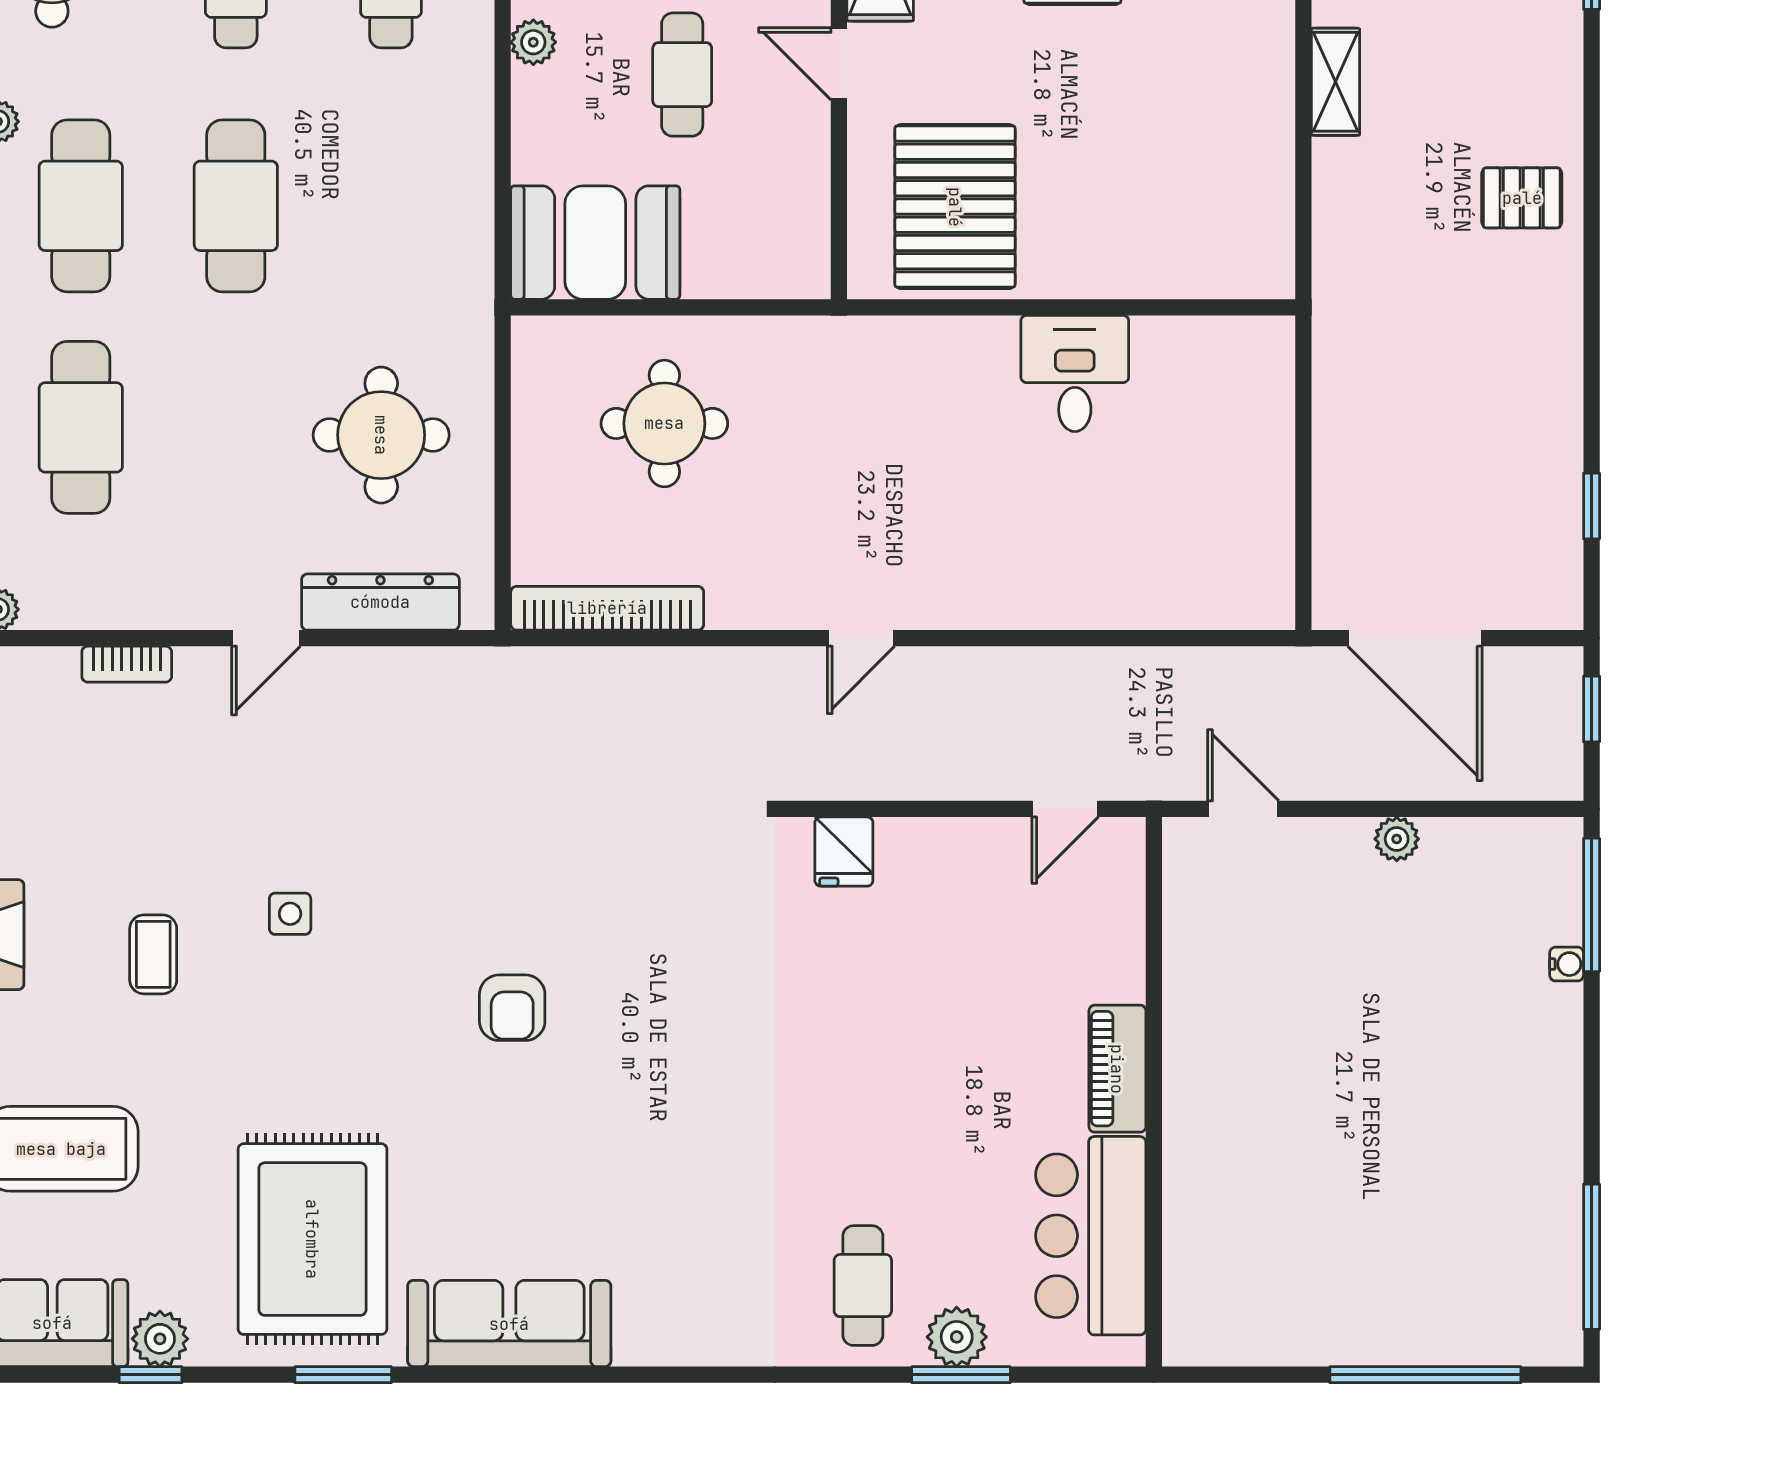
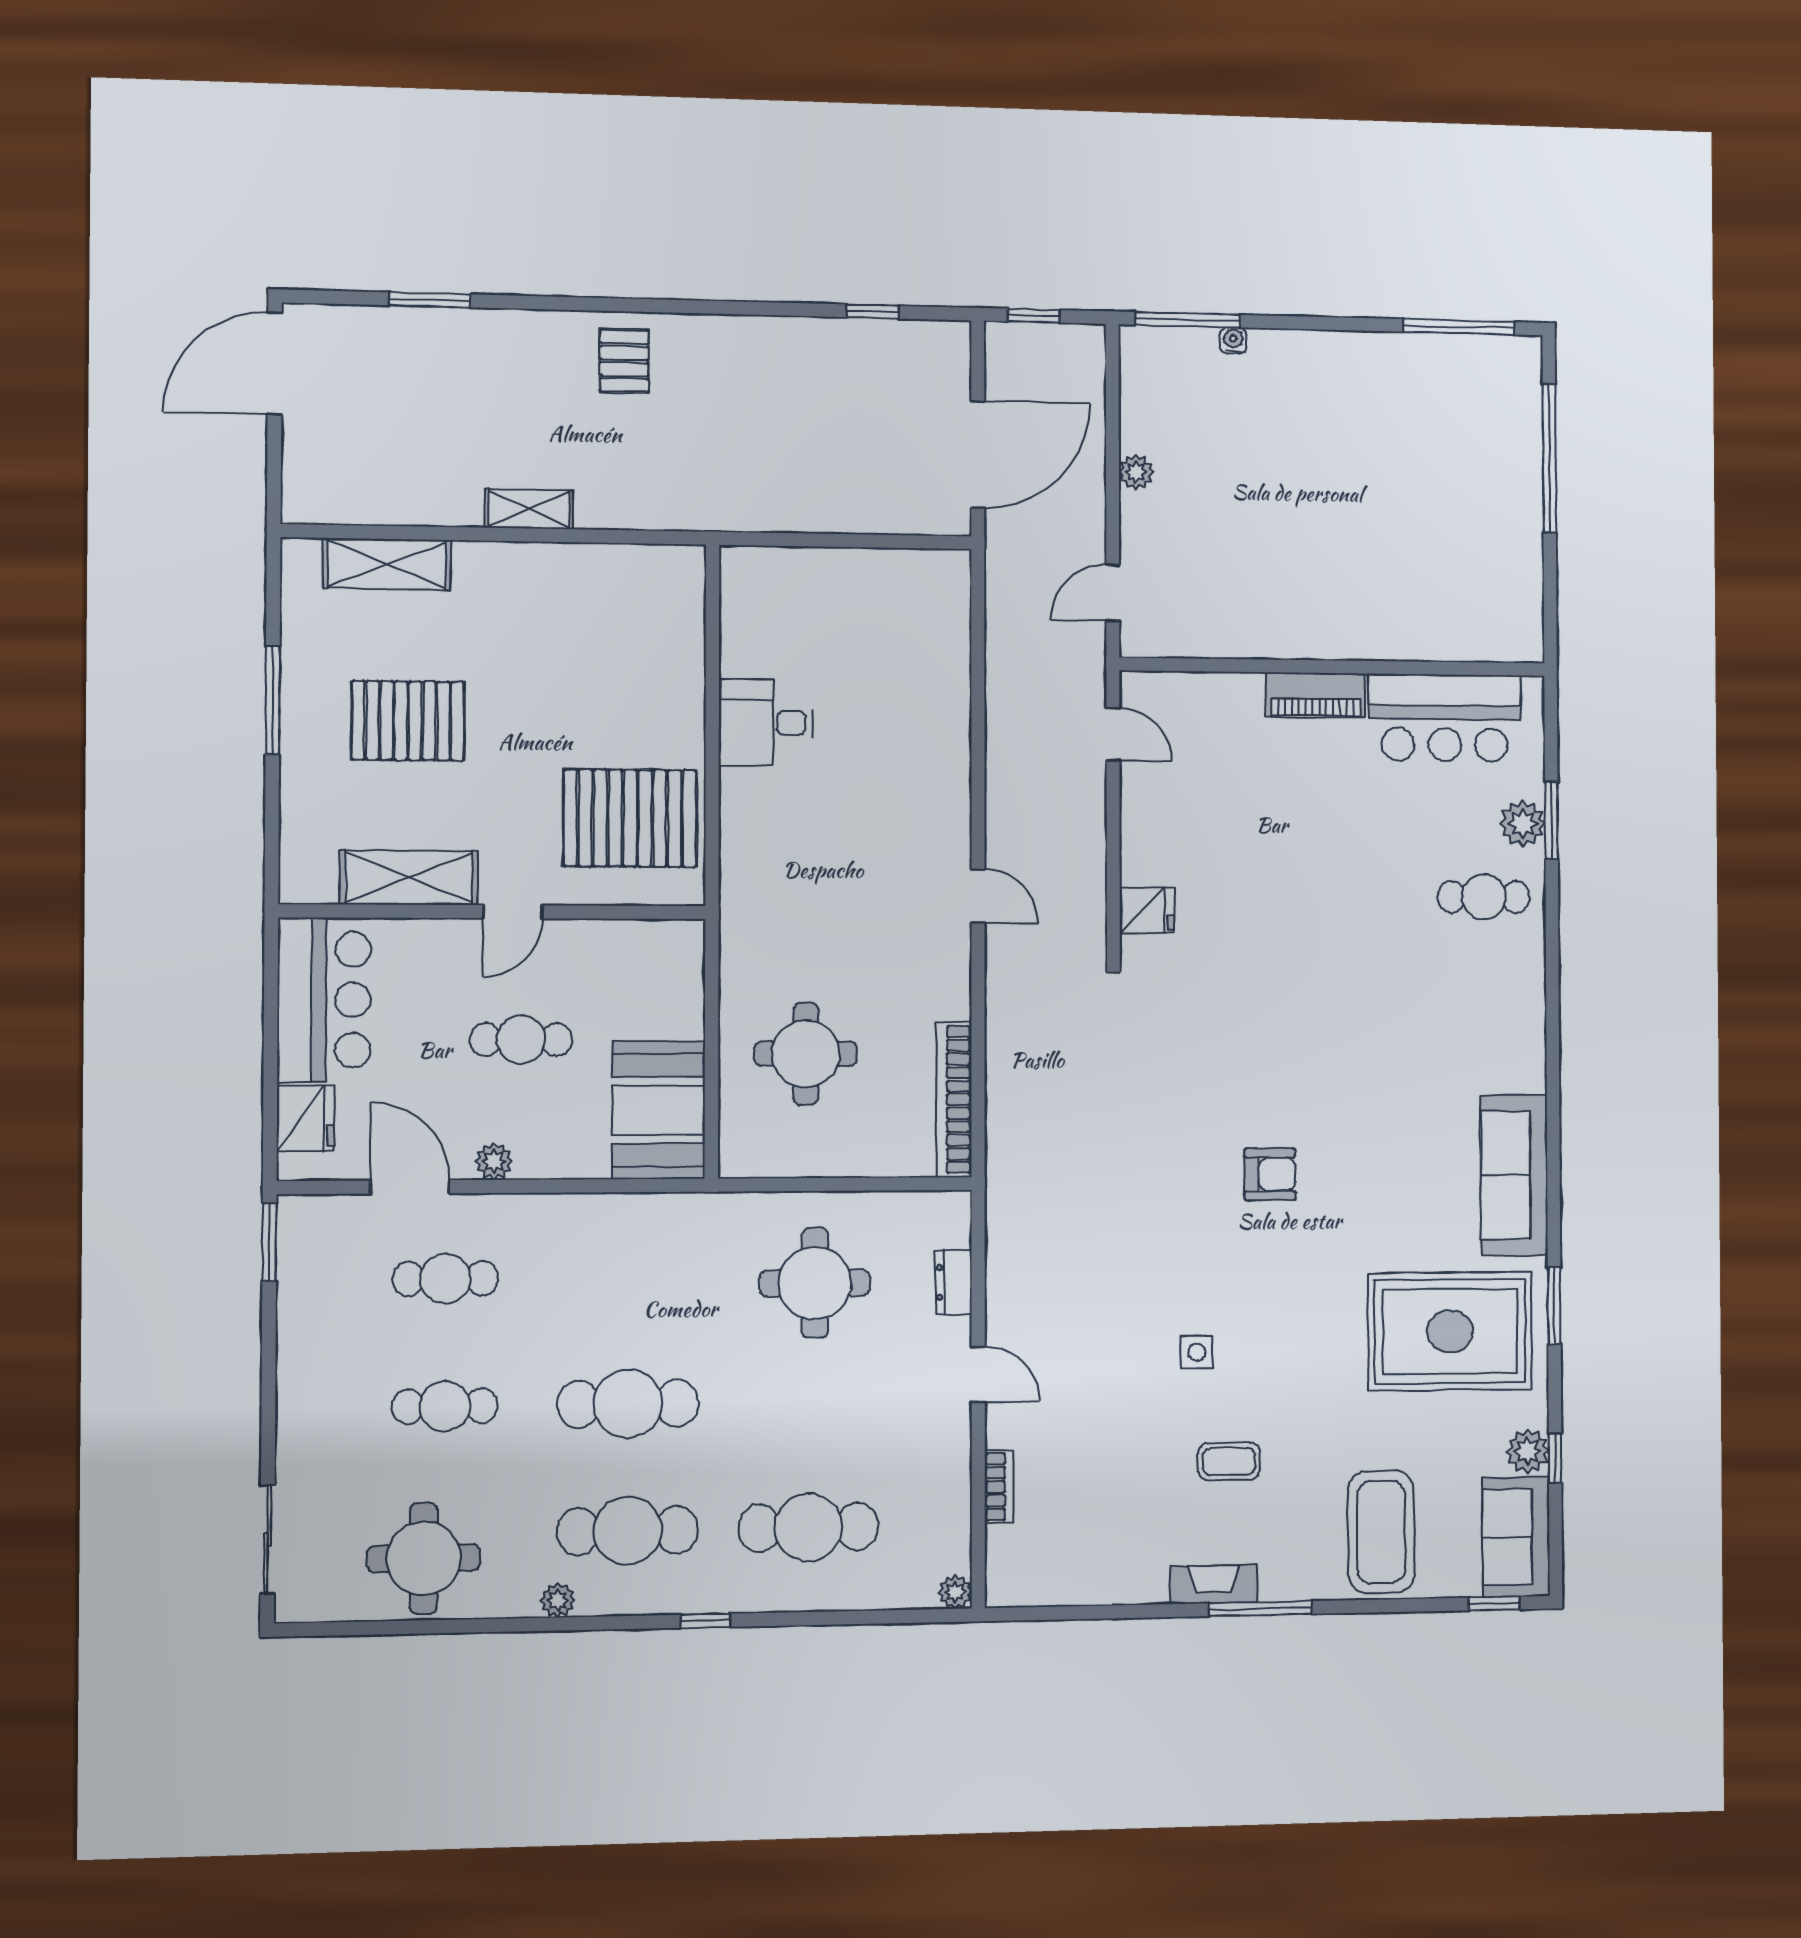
dresser: (380, 602) -> (954, 1282), width x0.51, depth x0.80

